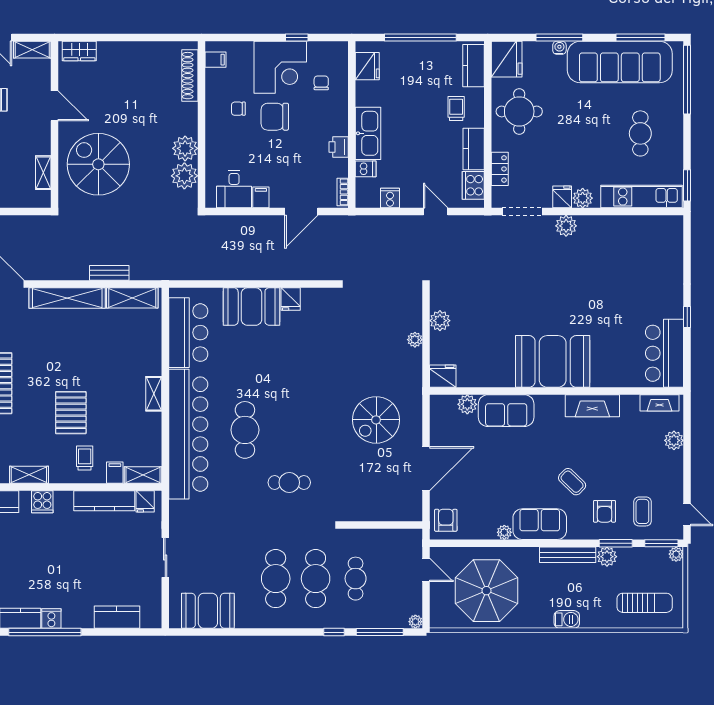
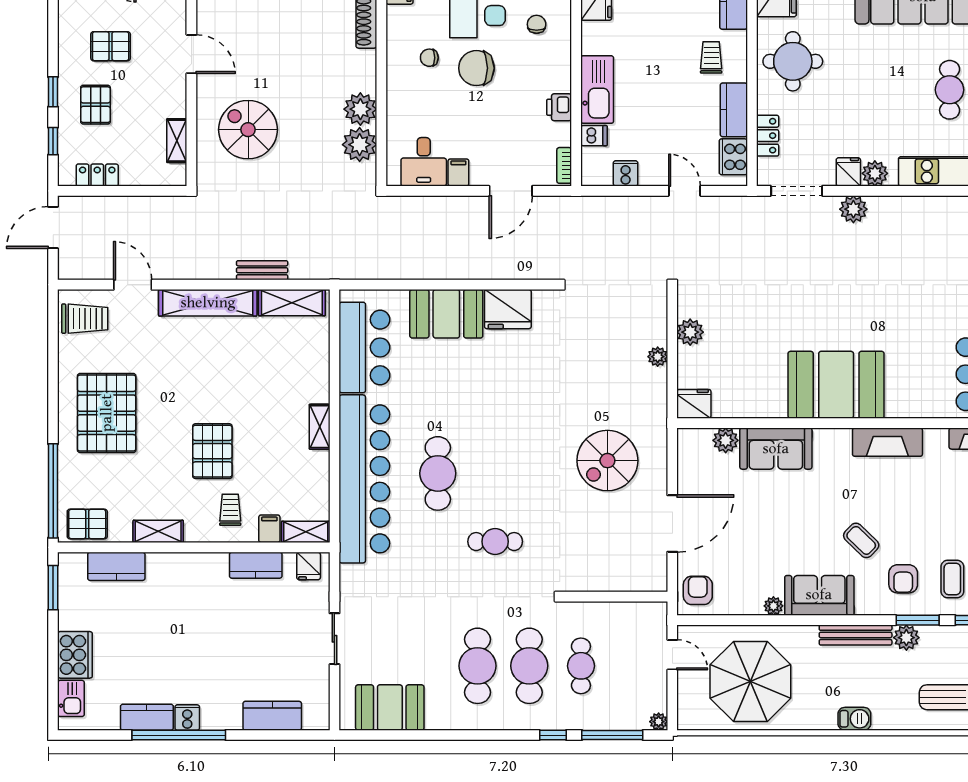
spiral stairs: (98, 164) -> (248, 130), width x0.73, depth x0.73
fridge: (291, 299) -> (508, 309), width x1.88, depth x1.34
kitchen counter: (104, 501) -> (256, 565), width x0.67
cooker: (42, 502) -> (176, 567), removed

